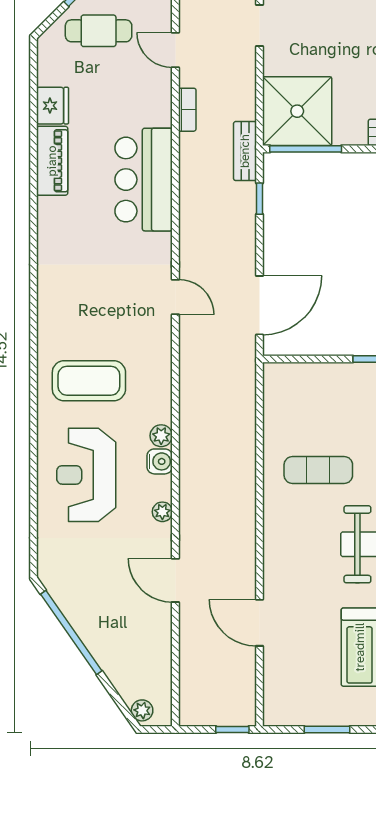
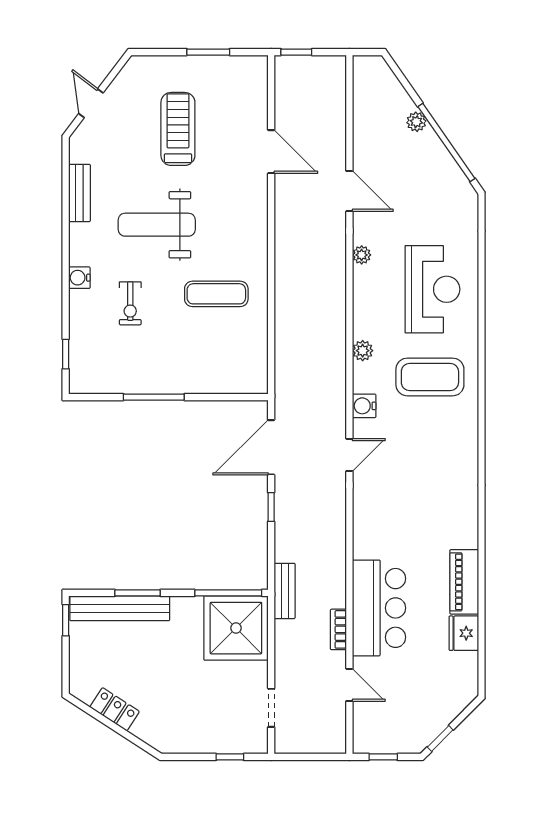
cafe table: (99, 31) -> (421, 703), removed
bar counter: (144, 180) -> (379, 608), moved
window: (259, 199) -> (271, 507), moved
door: (175, 297) -> (349, 455), swing flipped
plant: (161, 436) -> (363, 351), moved
water cooler: (160, 461) -> (364, 406), moved
plant: (142, 710) -> (416, 122), moved

